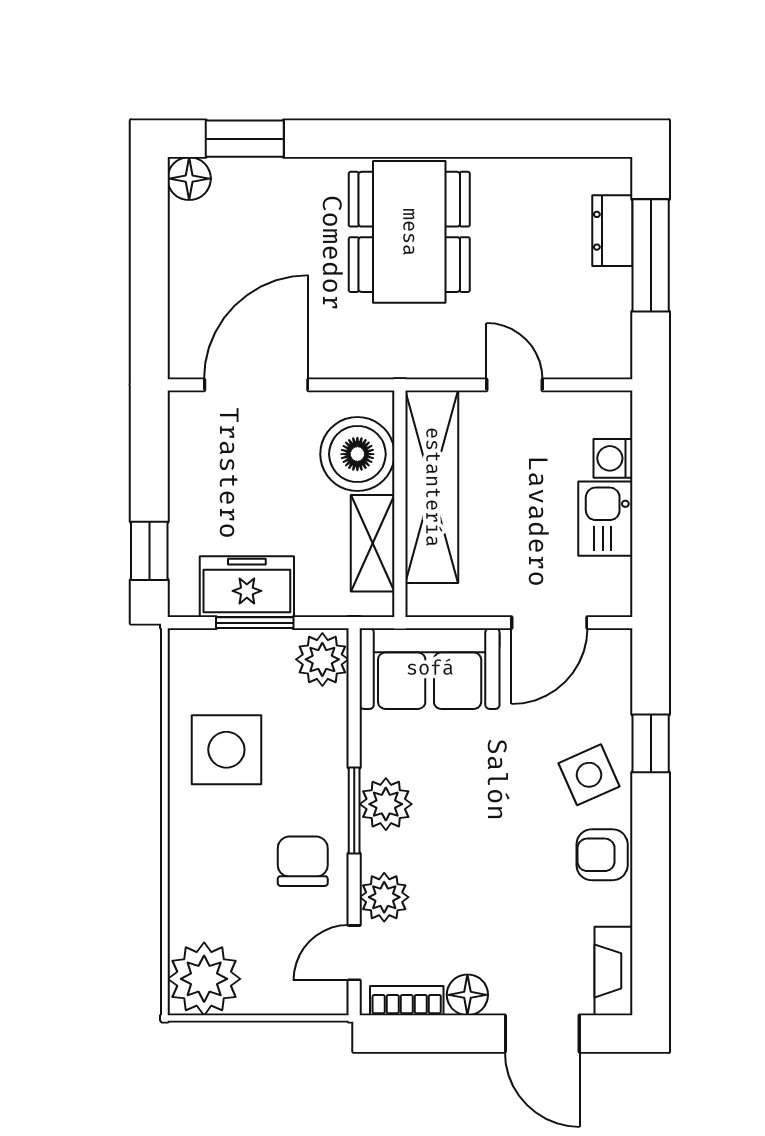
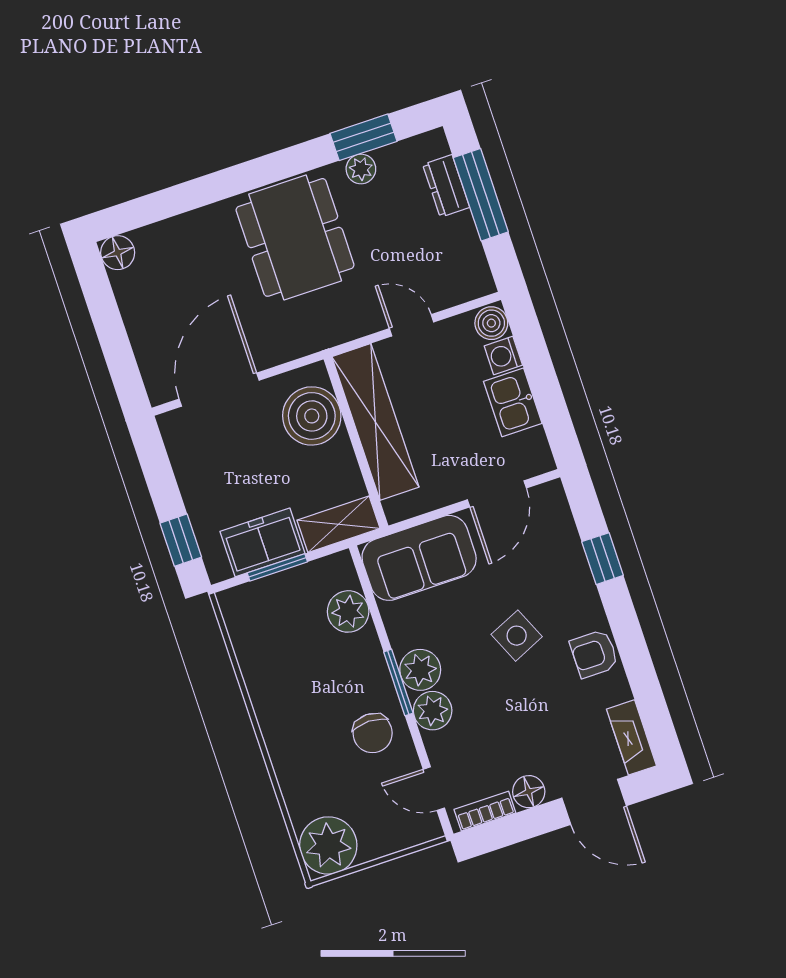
window: (245, 139) -> (364, 137), moved
plant: (516, 176) -> (361, 169), added
boiler: (612, 414) -> (491, 323), added
shelving: (373, 543) -> (339, 524), moved, turned 90
plant: (322, 659) -> (348, 611), moved
side table: (226, 750) -> (288, 669), removed
side table: (589, 775) -> (517, 636), moved
chair: (303, 861) -> (373, 733), turned 180
plant: (384, 897) -> (433, 711), moved
door: (354, 953) -> (434, 789), hinge flipped

